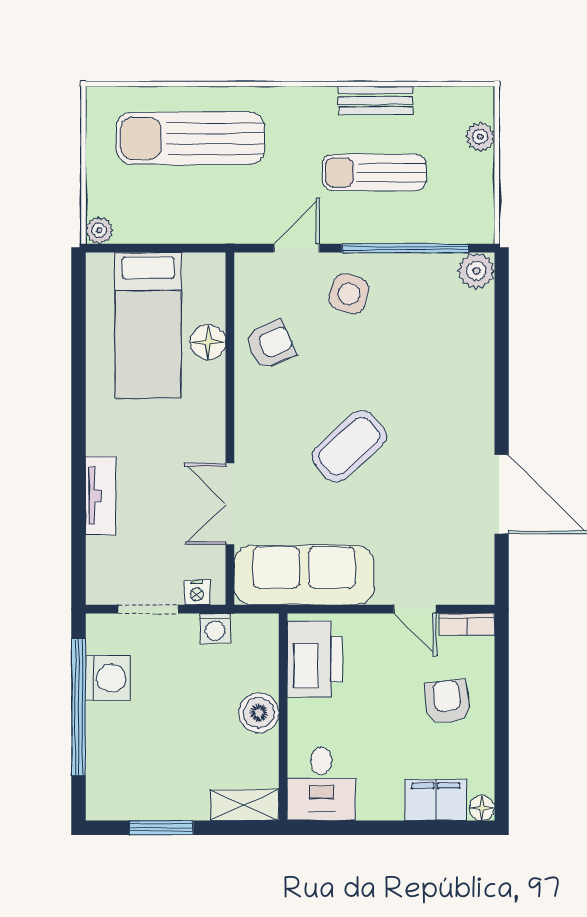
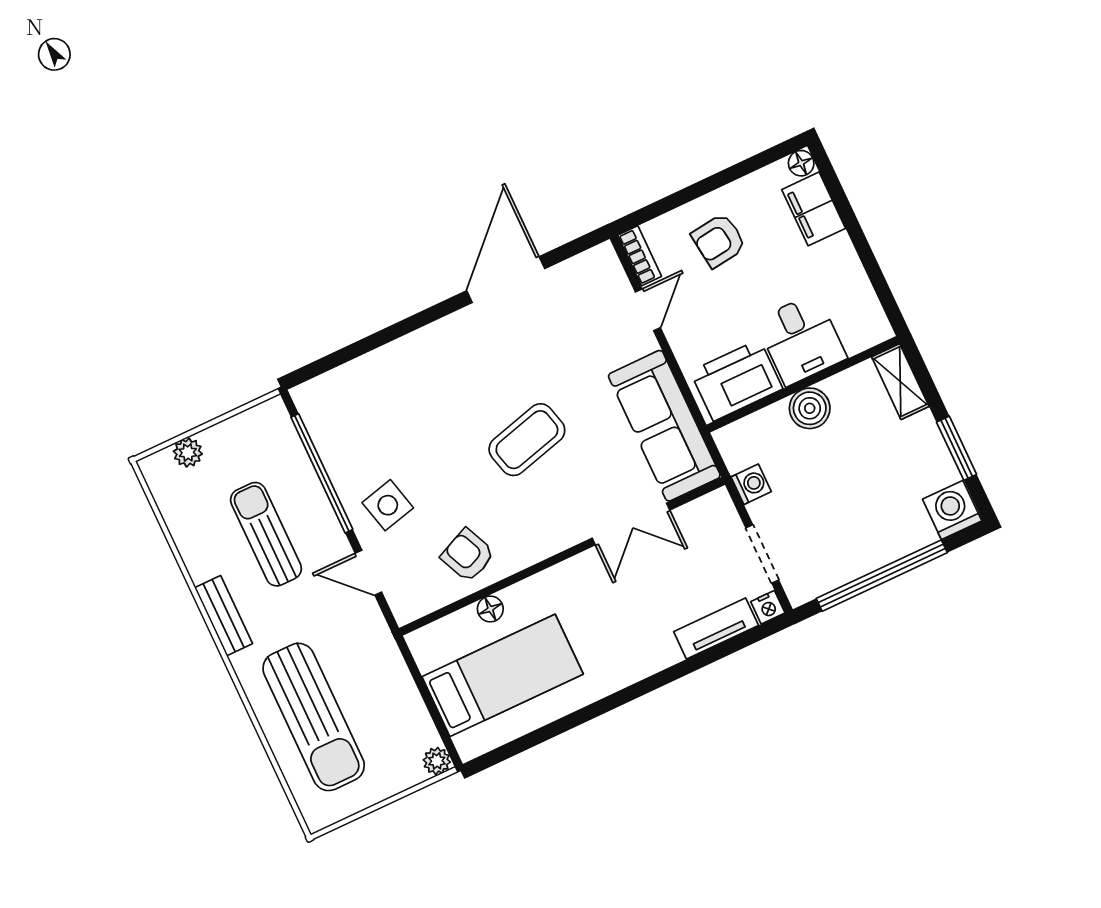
bench: (375, 100) -> (224, 616), moved
sun lounger: (374, 172) -> (266, 534), turned 180
plant: (476, 271) -> (312, 399), removed
side table: (349, 294) -> (388, 505), turned -31
floor lamp: (208, 342) -> (490, 609), width x0.73, depth x0.73
coffee table: (349, 446) -> (527, 440), turned -63
tv unit: (101, 496) -> (716, 628), moved
nightstand: (197, 592) -> (768, 607), moved, turned 90
washing machine: (108, 678) -> (952, 510), moved
desk: (321, 784) -> (801, 339), moved, turned 90

